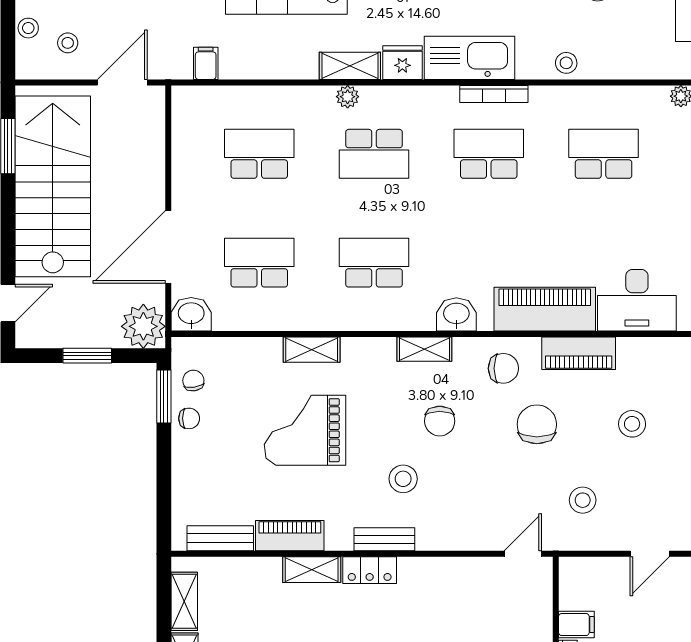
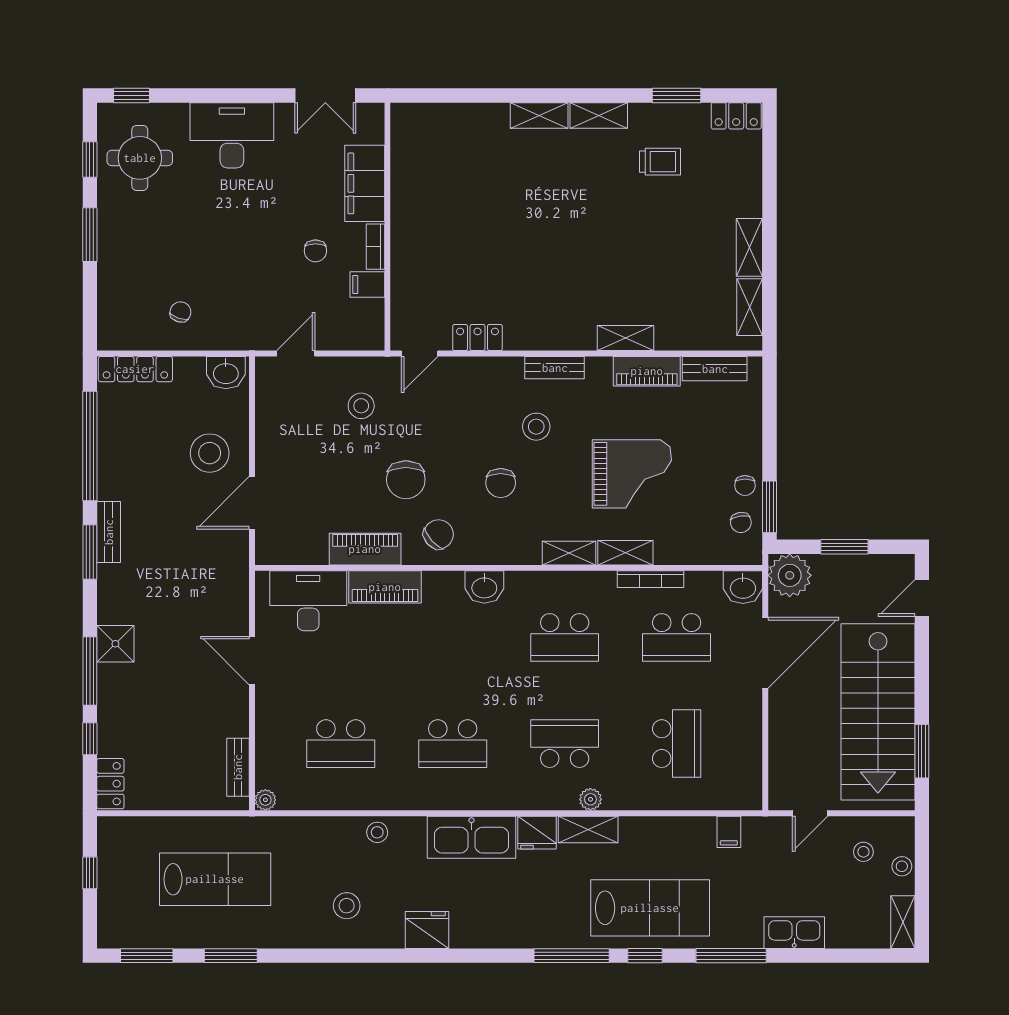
door: (122, 82) -> (810, 813), width x0.73
bookcase: (494, 94) -> (651, 579), moved, turned 180
school desk: (259, 154) -> (677, 744), turned -90
piano: (545, 309) -> (385, 587), width x0.73, depth x0.75
shelving: (424, 349) -> (569, 553), moved
chair: (503, 368) -> (438, 534), turned 138
chair: (189, 418) -> (745, 486), turned -90
chair: (440, 421) -> (501, 483), turned 180
stool: (632, 424) -> (313, 480), removed
locker: (370, 570) -> (477, 338), moved

